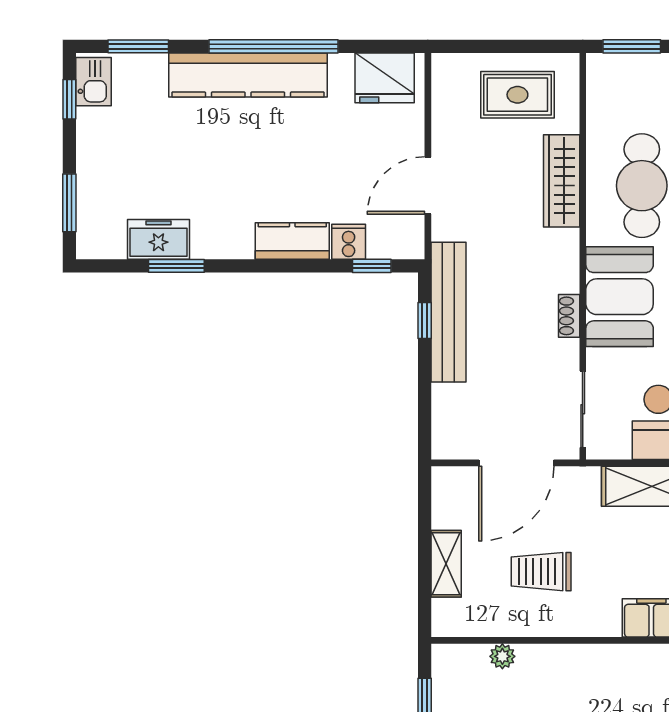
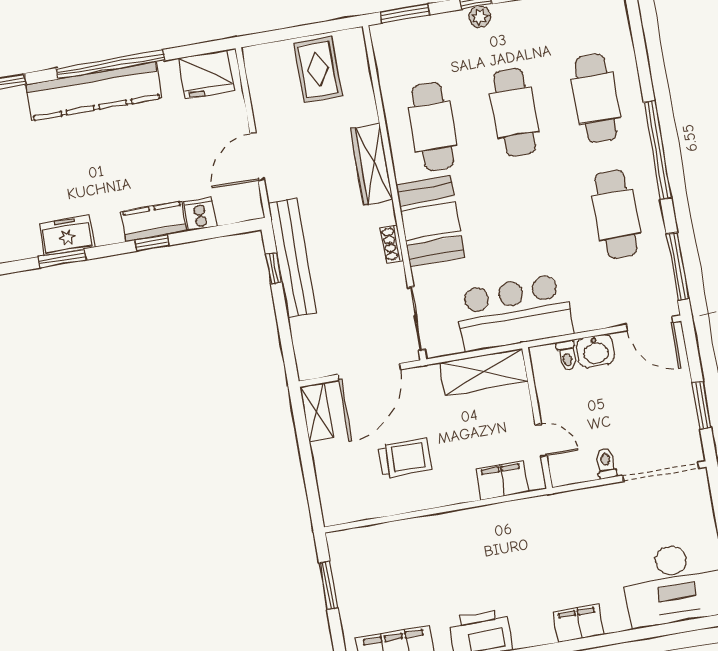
rug: (517, 95) -> (318, 69), turned 90
wardrobe: (562, 181) -> (372, 164), moved
freezer: (158, 239) -> (67, 235), moved
window: (372, 266) -> (152, 243), moved
shelving: (446, 564) -> (317, 412), moved
trolley: (541, 572) -> (405, 458), turned 180
plant: (502, 656) -> (385, 533), removed

